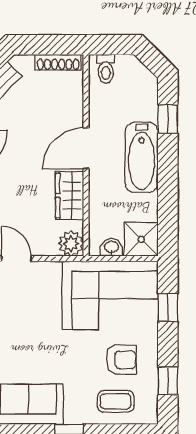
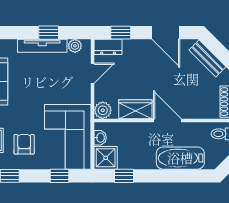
window: (168, 119) -> (124, 176), moved
bathtub: (142, 157) -> (180, 158), moved
armchair: (121, 360) -> (24, 144), turned 180

